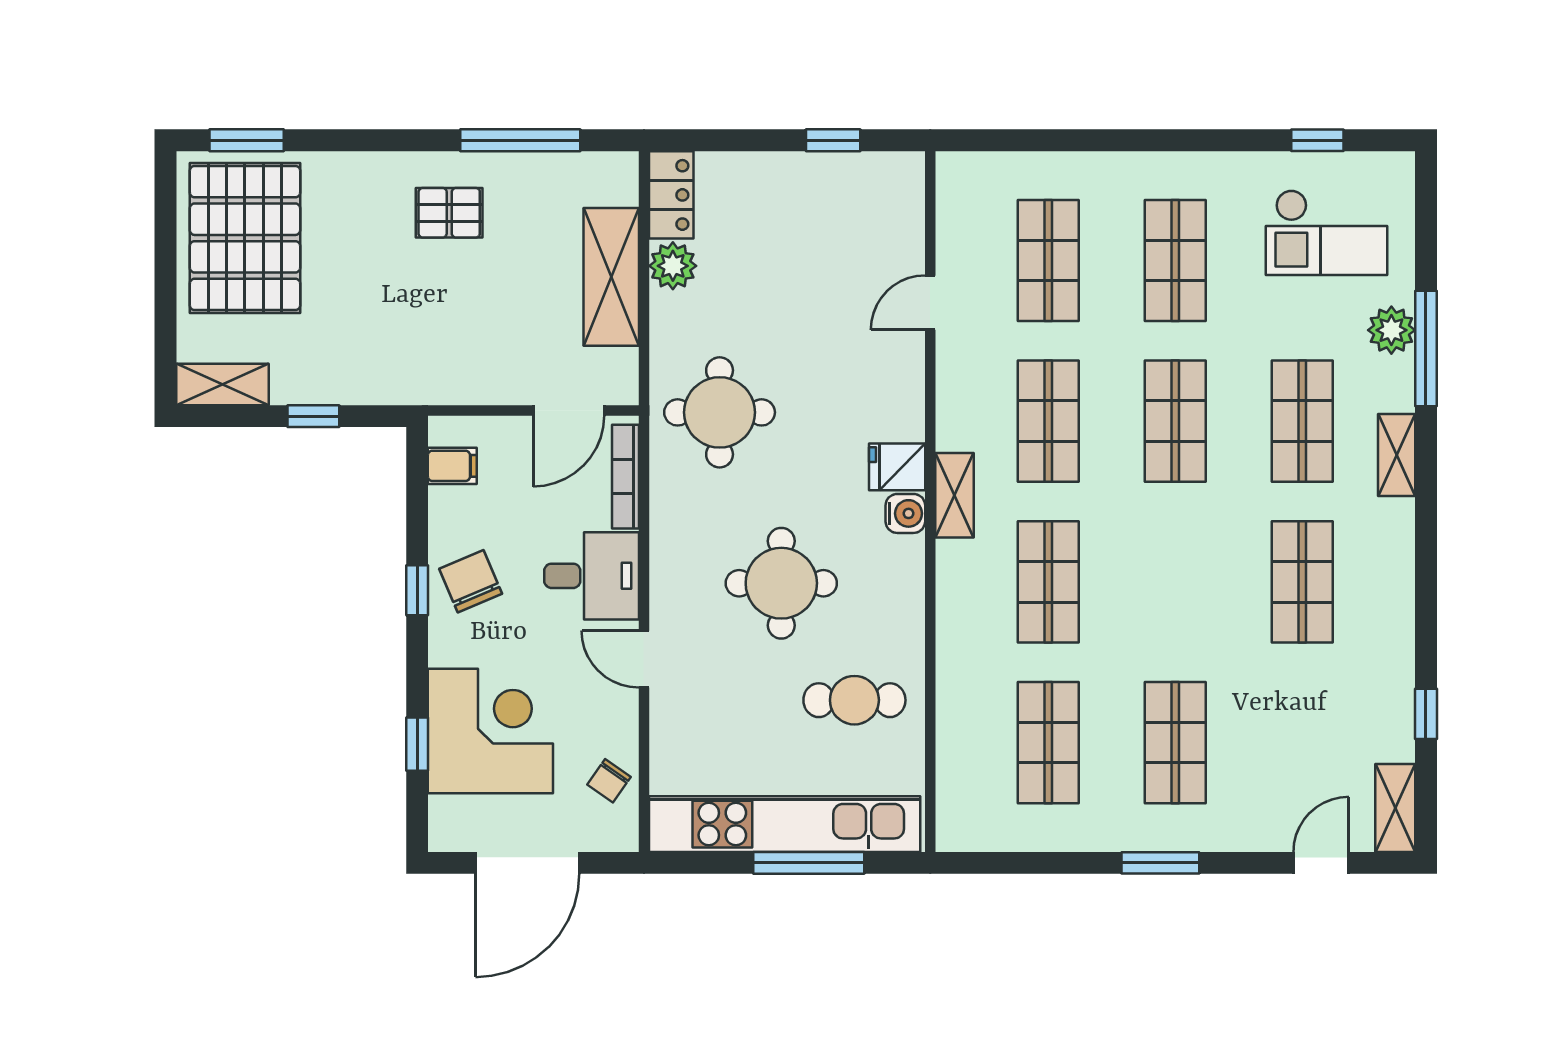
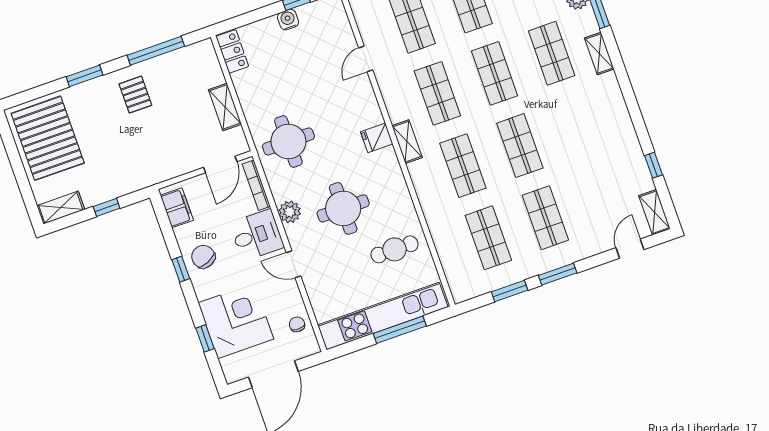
window: (247, 140) -> (84, 76), moved
pallet: (449, 213) -> (135, 95), turned 90
plant: (673, 266) -> (290, 212), moved
shelving: (611, 277) -> (225, 107), width x0.67, depth x0.75
filing cabinet: (452, 466) -> (177, 208), width x2.00
water cooler: (905, 513) -> (288, 20), moved, turned -90
shop shelf: (1302, 582) -> (520, 146), moved
chair: (609, 781) -> (297, 324), turned 145
window: (1053, 863) -> (510, 291), added

